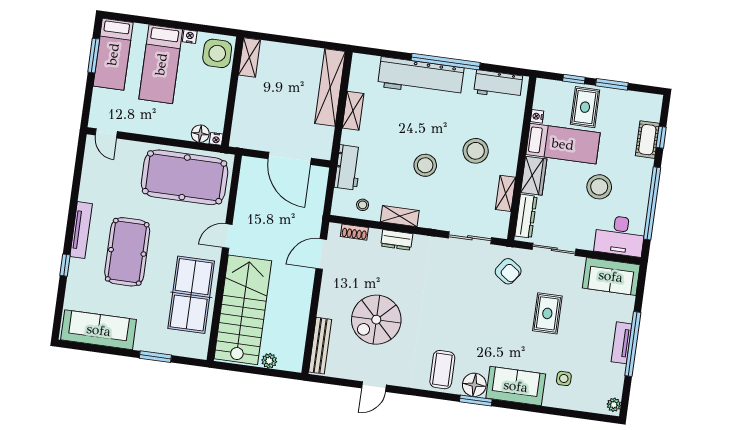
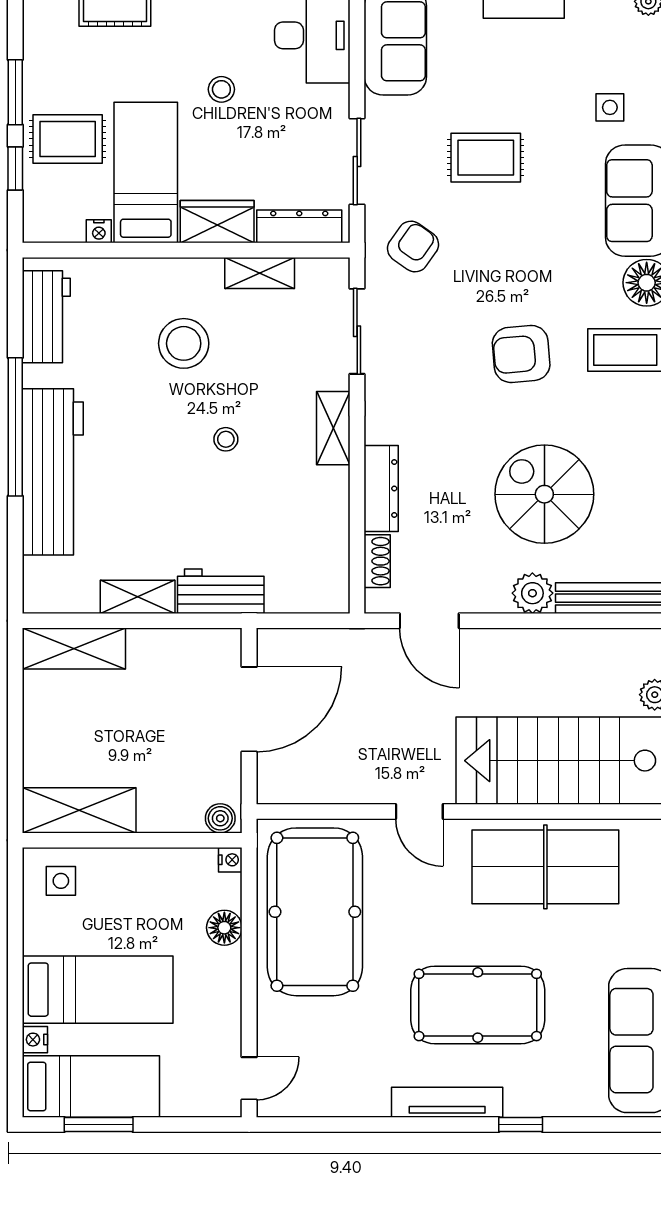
nightstand: (190, 36) -> (35, 1040), moved
side table: (217, 53) -> (61, 881), width x0.54, depth x0.54
shelving: (249, 57) -> (79, 810), width x1.50, depth x1.33
shelving: (330, 88) -> (74, 649), width x0.68
floor lamp: (200, 134) -> (224, 928), moved
boiler: (237, 137) -> (220, 818), added
stool: (425, 165) -> (226, 439), width x0.53, depth x0.53
workbench: (348, 167) -> (221, 591), moved
stool: (599, 187) -> (221, 89), width x0.53, depth x0.53
stool: (363, 205) -> (321, 552), removed
shelving: (400, 216) -> (333, 428), moved
dresser: (397, 240) -> (381, 488), width x1.44
plant: (328, 307) -> (532, 593), added
armchair: (447, 318) -> (521, 354), added
spiral stairs: (376, 320) -> (544, 494), turned 180

